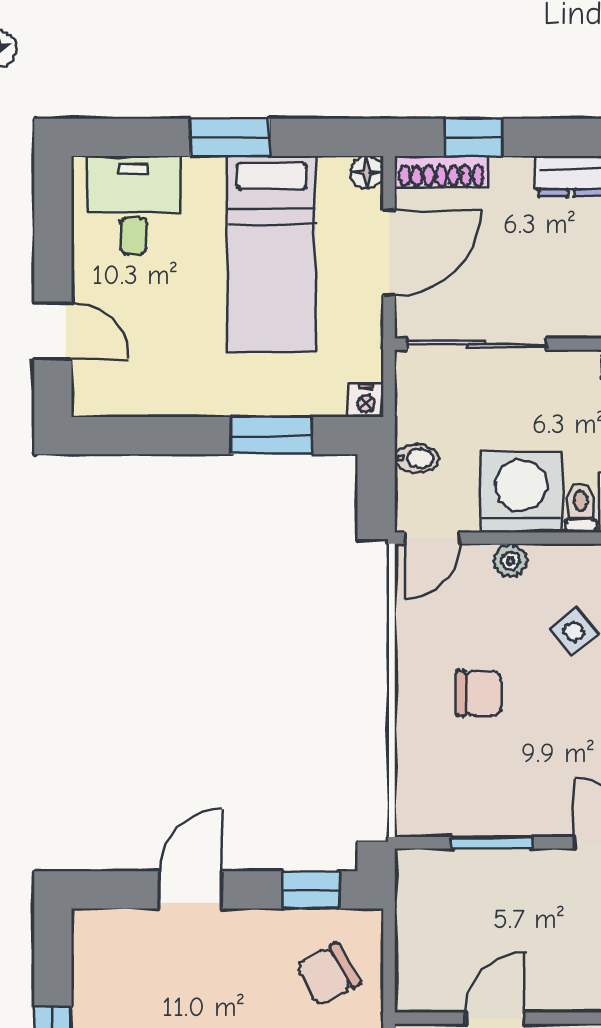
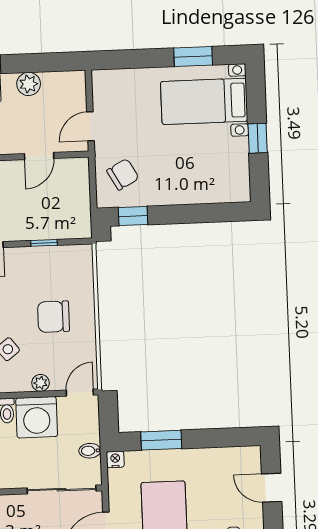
bidet: (417, 458) -> (90, 451), moved
chair: (479, 693) -> (54, 317), width x1.37, depth x1.37
window: (492, 843) -> (44, 243), width x0.67
door: (191, 890) -> (192, 214), removed

